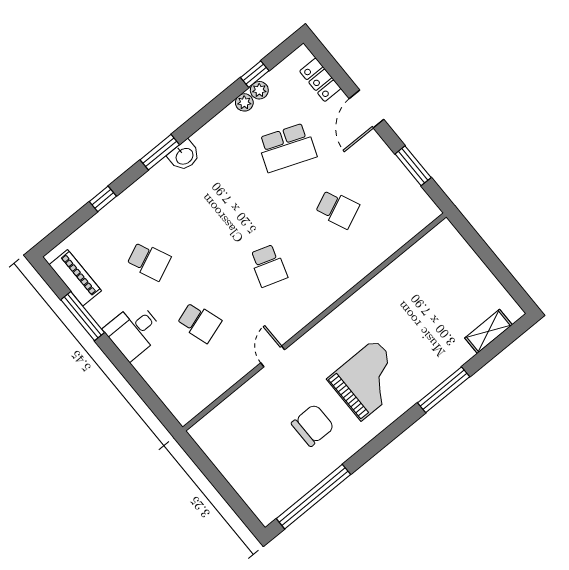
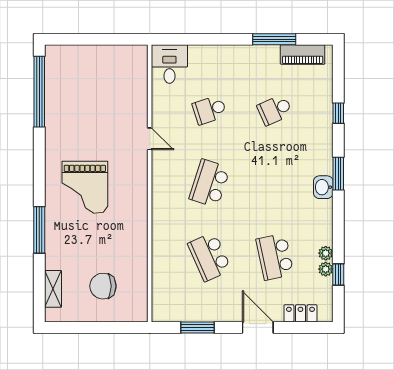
school desk: (287, 148) -> (275, 257), turned -33
school desk: (337, 209) -> (210, 257), width x1.85
school desk: (268, 266) -> (210, 183), width x1.85
desk: (134, 331) -> (169, 64), moved
chair: (313, 425) -> (103, 286), moved, turned 90

